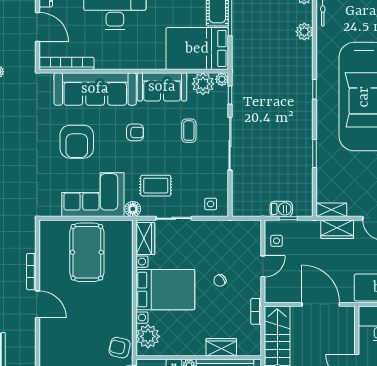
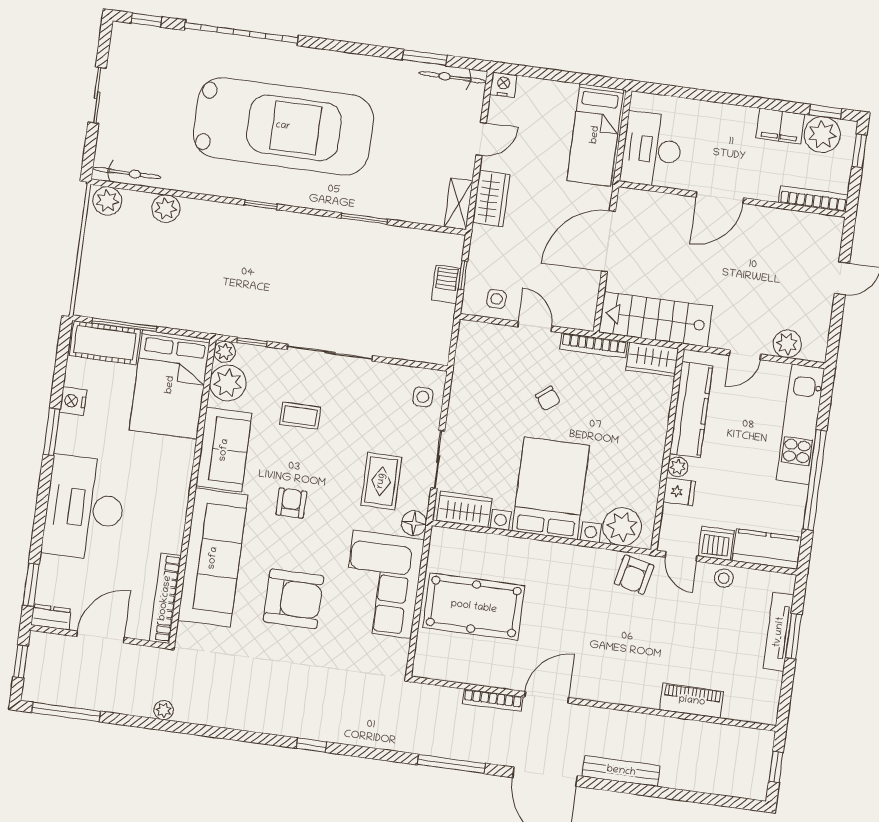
bookcase: (256, 311) -> (594, 345), width x1.56
wardrobe: (221, 347) -> (652, 359), moved, turned -90

